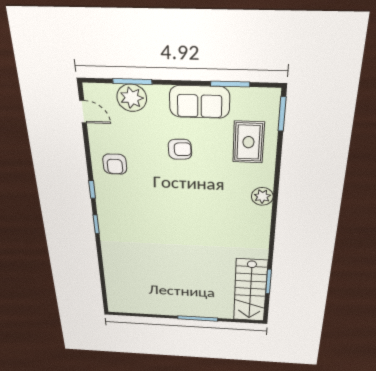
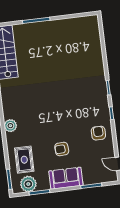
plant: (132, 98) -> (28, 184), moved
sofa: (199, 102) -> (66, 178), moved

